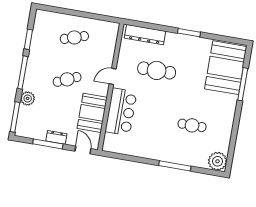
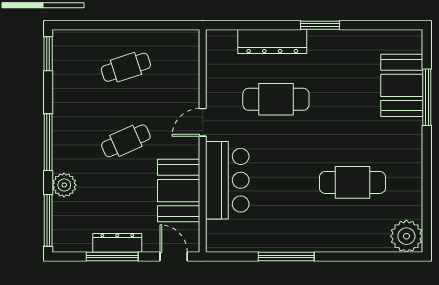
dresser: (145, 35) -> (272, 42), moved
window: (28, 39) -> (48, 54), moved
booth: (226, 68) -> (402, 85), width x0.73, depth x0.70
cafe table: (192, 125) -> (352, 182), width x1.37, depth x1.35
dresser: (56, 137) -> (117, 243), width x1.44
window: (175, 166) -> (286, 256), moved

